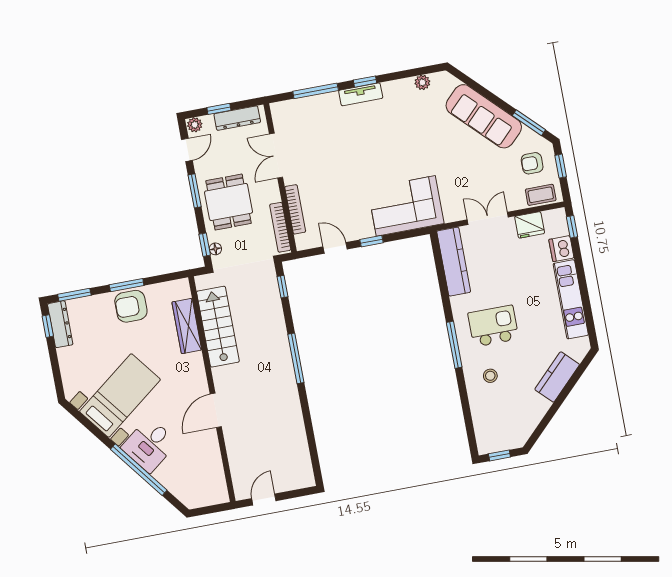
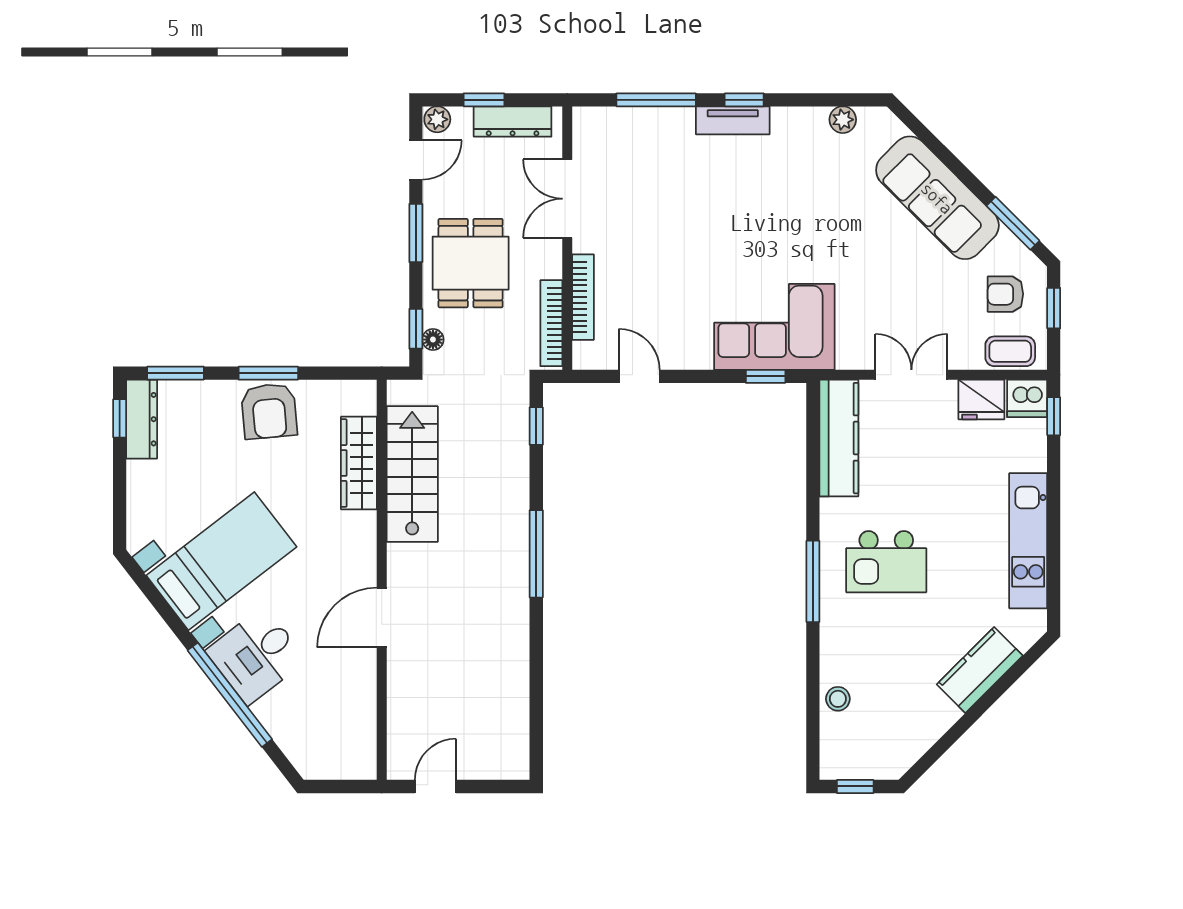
window: (371, 241) -> (766, 376), moved
dishwasher: (561, 249) -> (1027, 398), moved, turned -90
armchair: (131, 306) -> (269, 411), turned -95
kitchen island: (493, 326) -> (886, 562), turned 180
stool: (490, 376) -> (838, 699), moved

